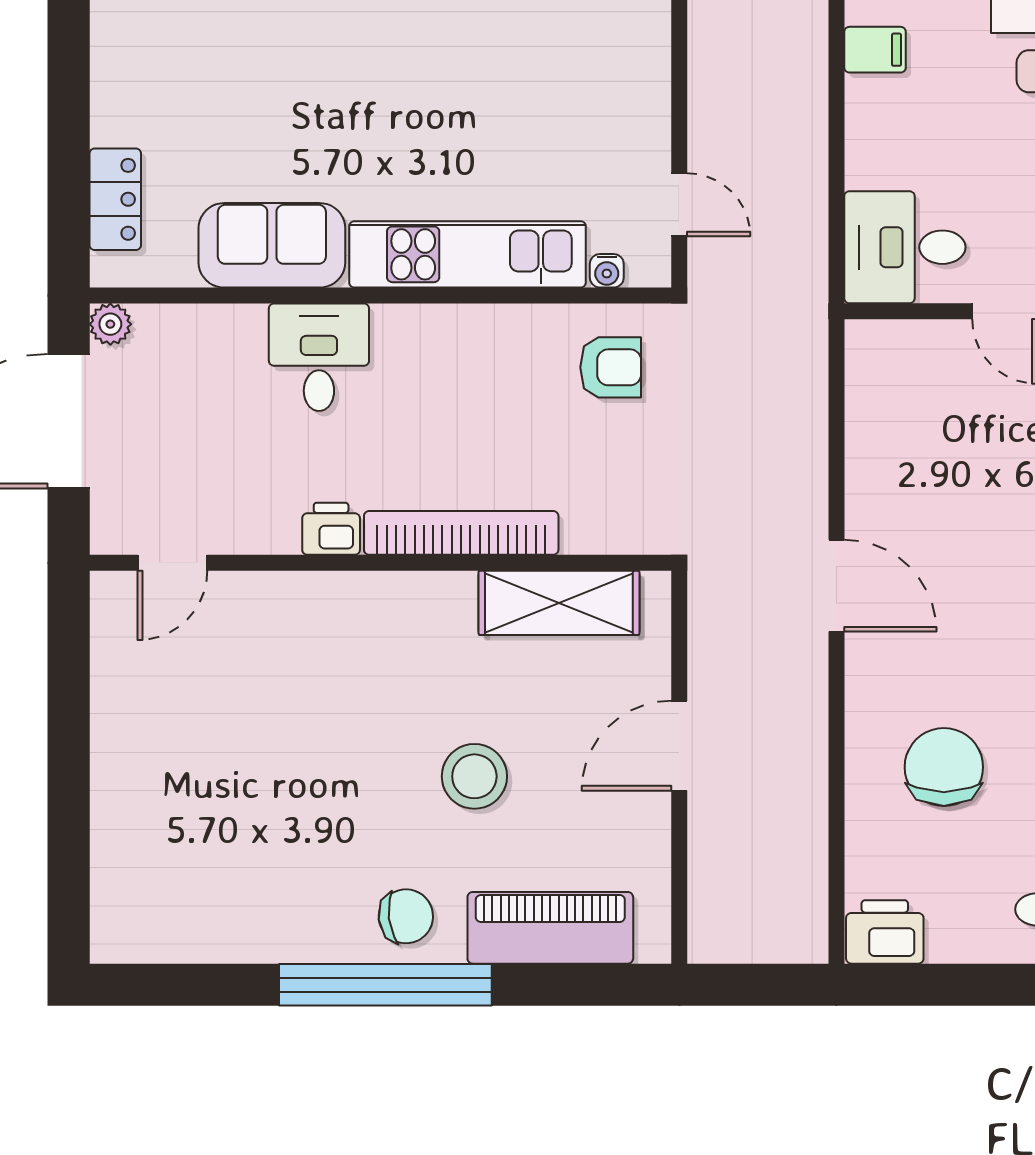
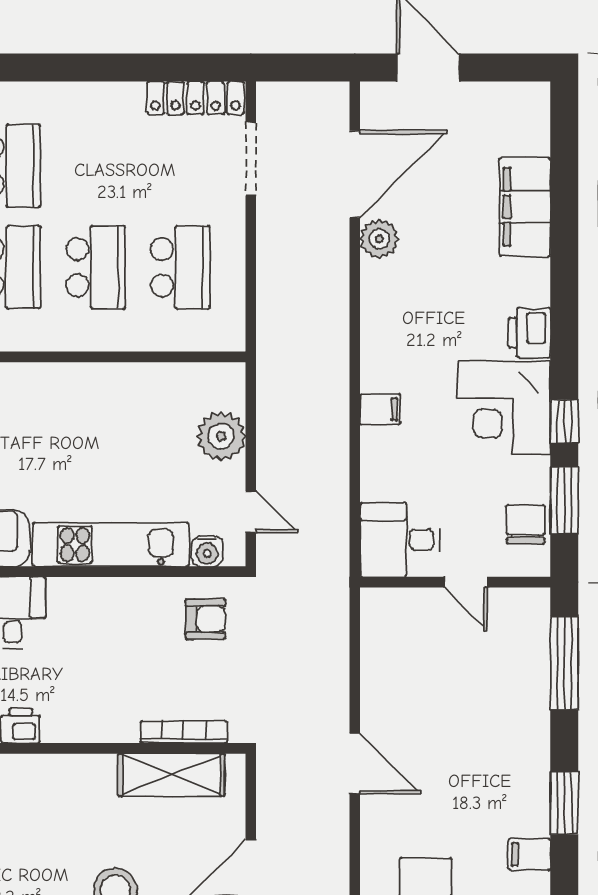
plant: (634, 90) -> (221, 436), added
water cooler: (607, 271) -> (207, 551), width x1.38, depth x1.38
bookcase: (461, 533) -> (184, 732), moved, width x0.68, depth x0.76

